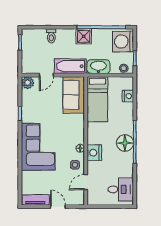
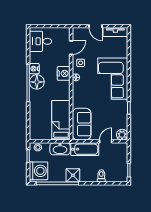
nightstand: (128, 96) -> (34, 69), moved

